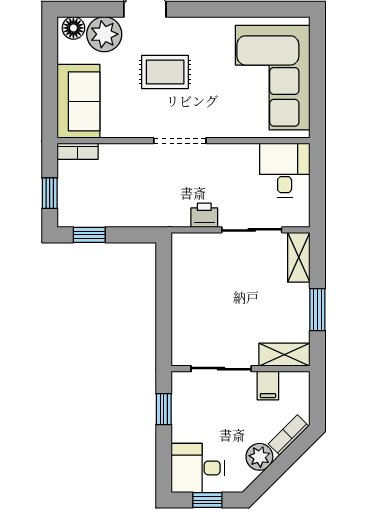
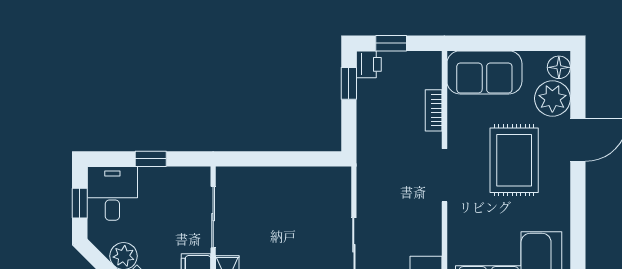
rug: (165, 72) -> (514, 160), width x1.36, depth x1.43
bookcase: (78, 151) -> (434, 110), moved
printer: (204, 215) -> (369, 64), moved
window: (164, 409) -> (151, 159), moved

